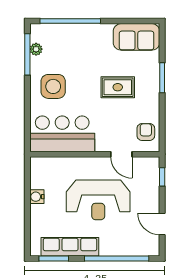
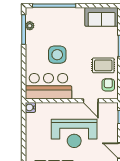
side table: (53, 86) -> (57, 55), moved
rug: (118, 87) -> (103, 65), moved
water cooler: (37, 197) -> (30, 107), moved

